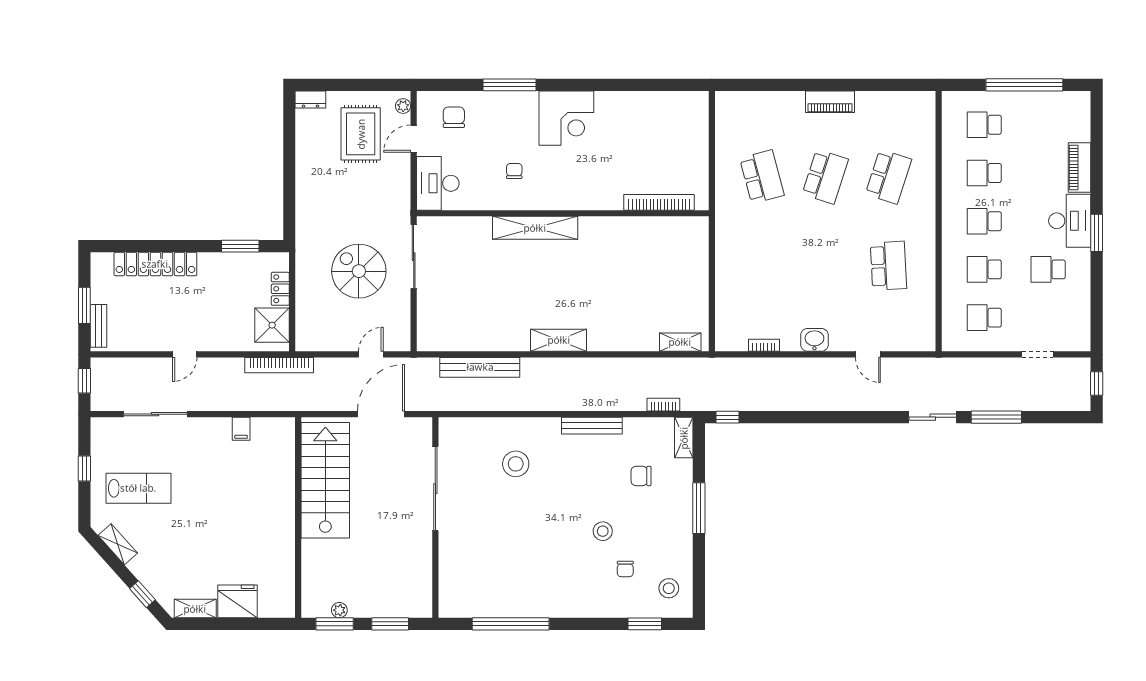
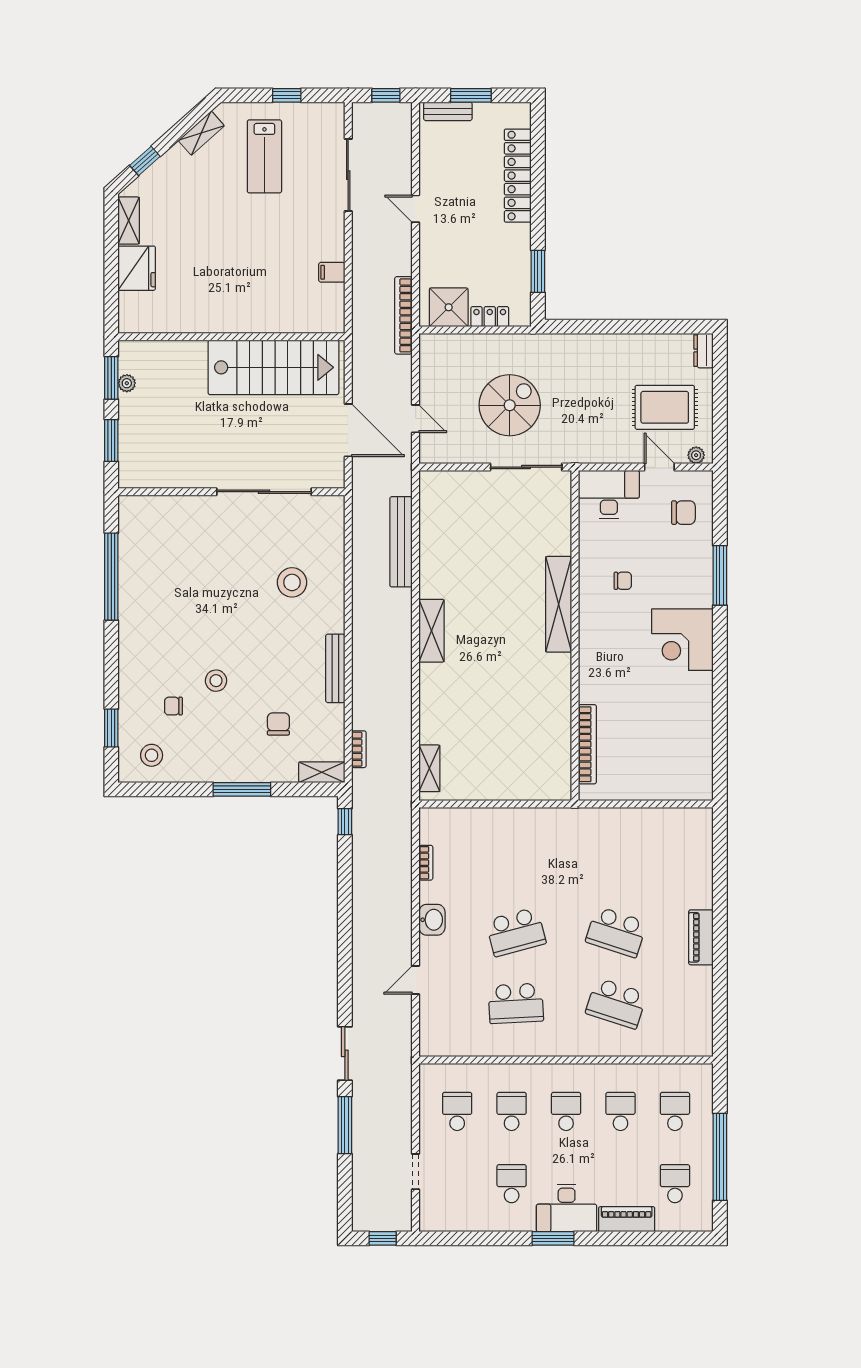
school desk: (1048, 125) -> (675, 1184), added
school desk: (762, 177) -> (516, 932), moved

